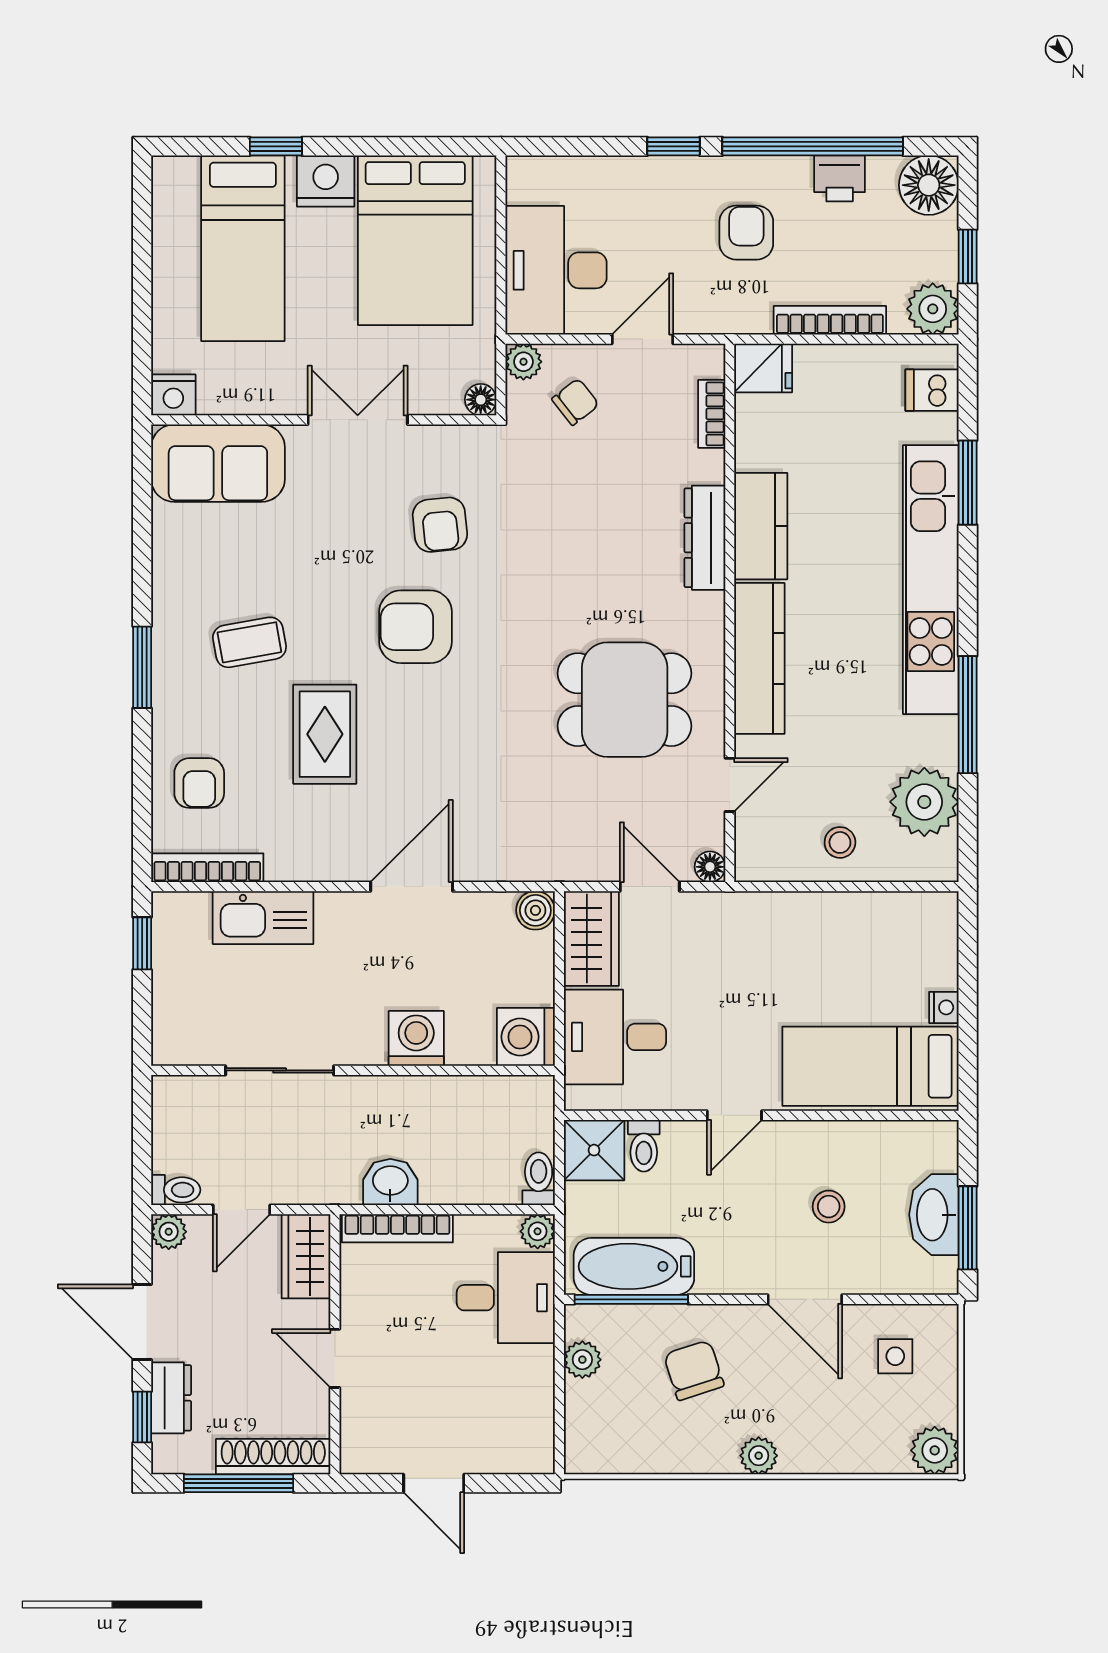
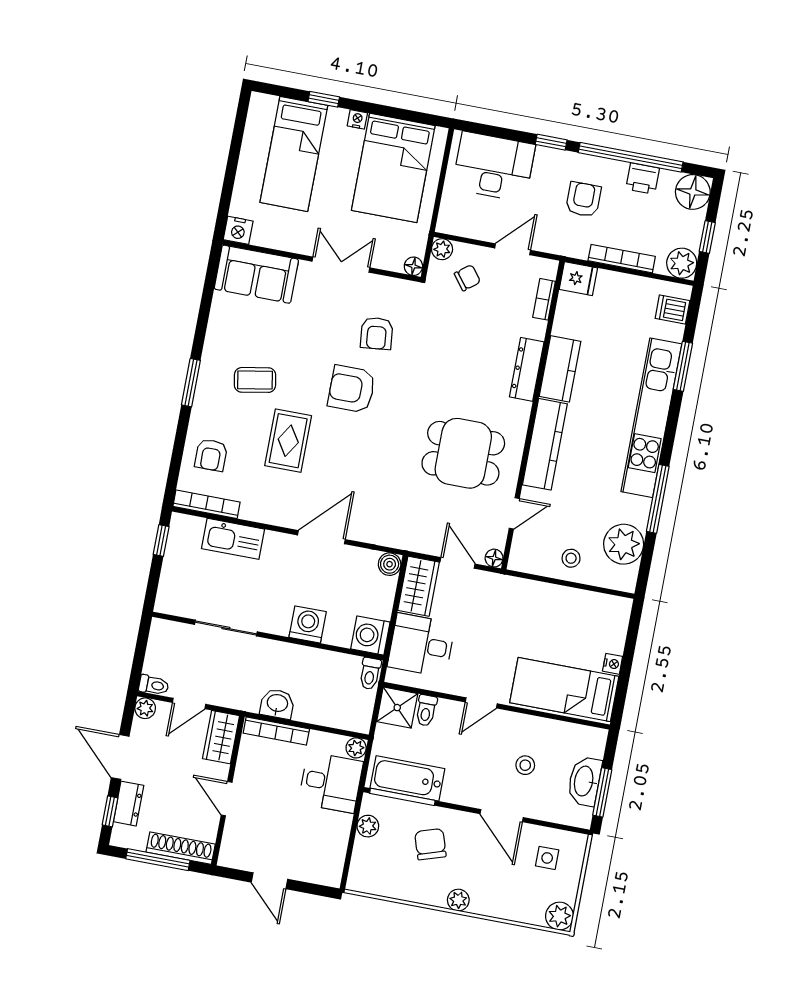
nightstand: (326, 181) -> (357, 119), width x0.53, depth x0.56
desk: (556, 270) -> (494, 167), moved, turned 90
toilet: (539, 1179) -> (370, 674), moved, turned 180

